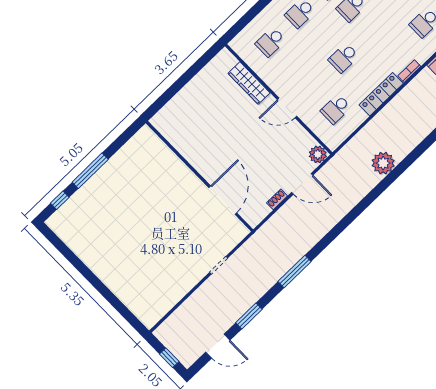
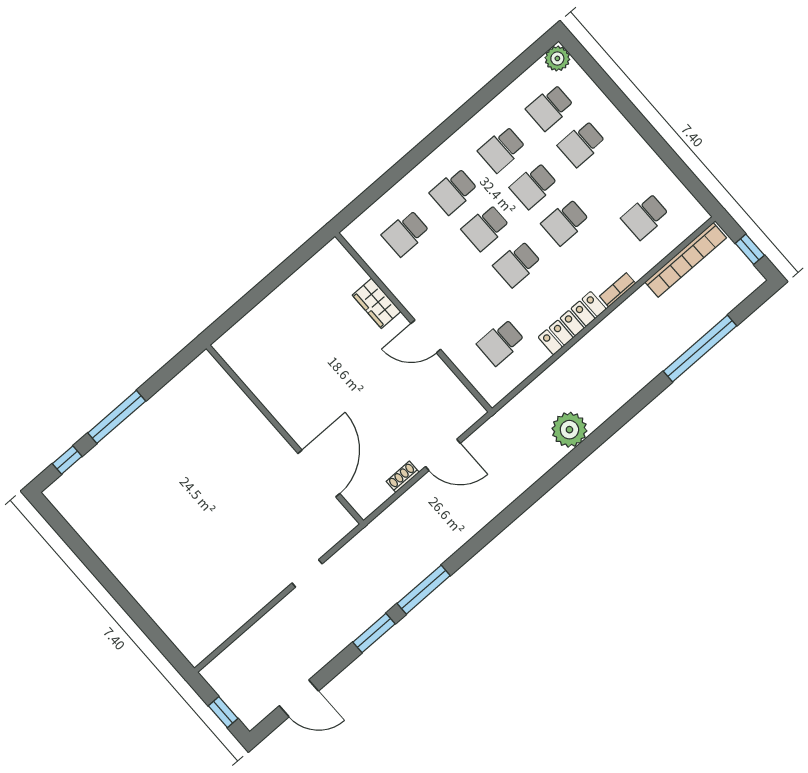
school desk: (373, 29) -> (565, 222), added
school desk: (322, 36) -> (485, 228), added
wardrobe: (249, 83) -> (377, 303), width x0.67
plant: (318, 154) -> (469, 411), removed
window: (249, 316) -> (374, 633), moved

